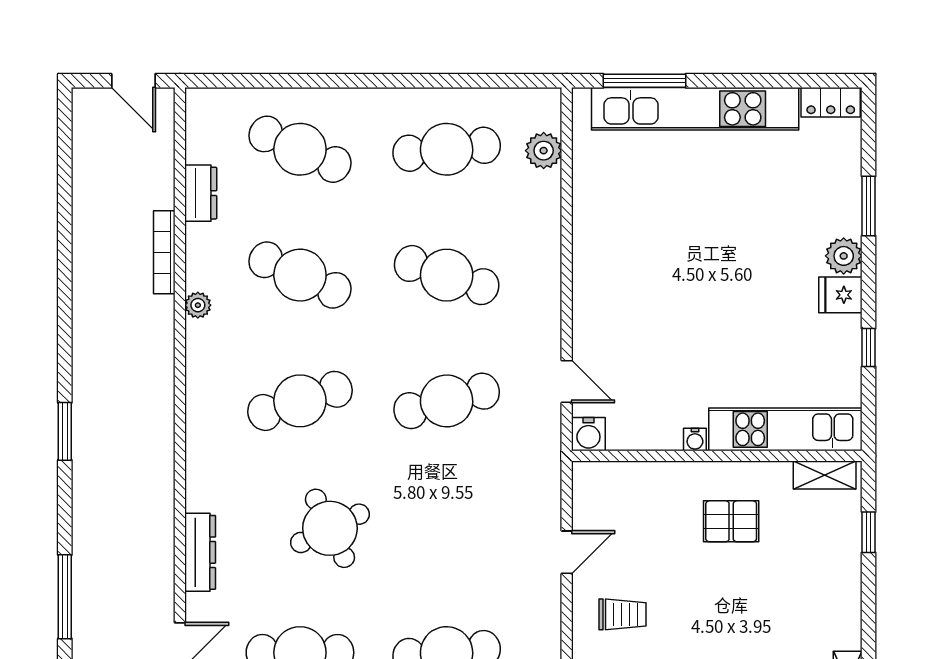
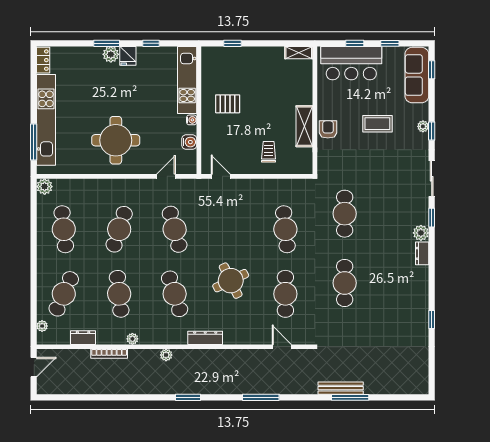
plant: (227, 100) -> (42, 326), added
plant: (544, 151) -> (45, 187), moved
window: (869, 206) -> (107, 43), moved
round table: (649, 267) -> (116, 140), added
cafe table: (300, 275) -> (119, 294), turned -30
plant: (161, 382) -> (166, 355), added
water cooler: (588, 434) -> (189, 142), moved
shelving: (825, 475) -> (207, 63), removed
pallet: (731, 521) -> (228, 104), turned 90
dresser: (200, 552) -> (205, 338), moved
door: (567, 552) -> (221, 176), moved

